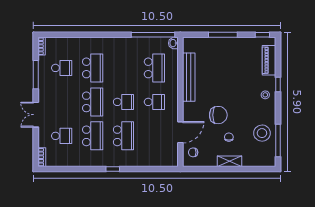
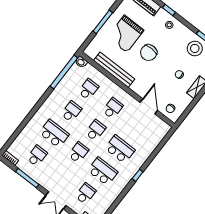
grand piano: (228, 63) -> (126, 34), added
school desk: (123, 68) -> (71, 111), added
school desk: (154, 68) -> (88, 89), width x0.54
school desk: (93, 102) -> (78, 152), width x0.54
chair: (218, 115) -> (149, 53), moved, turned 180

